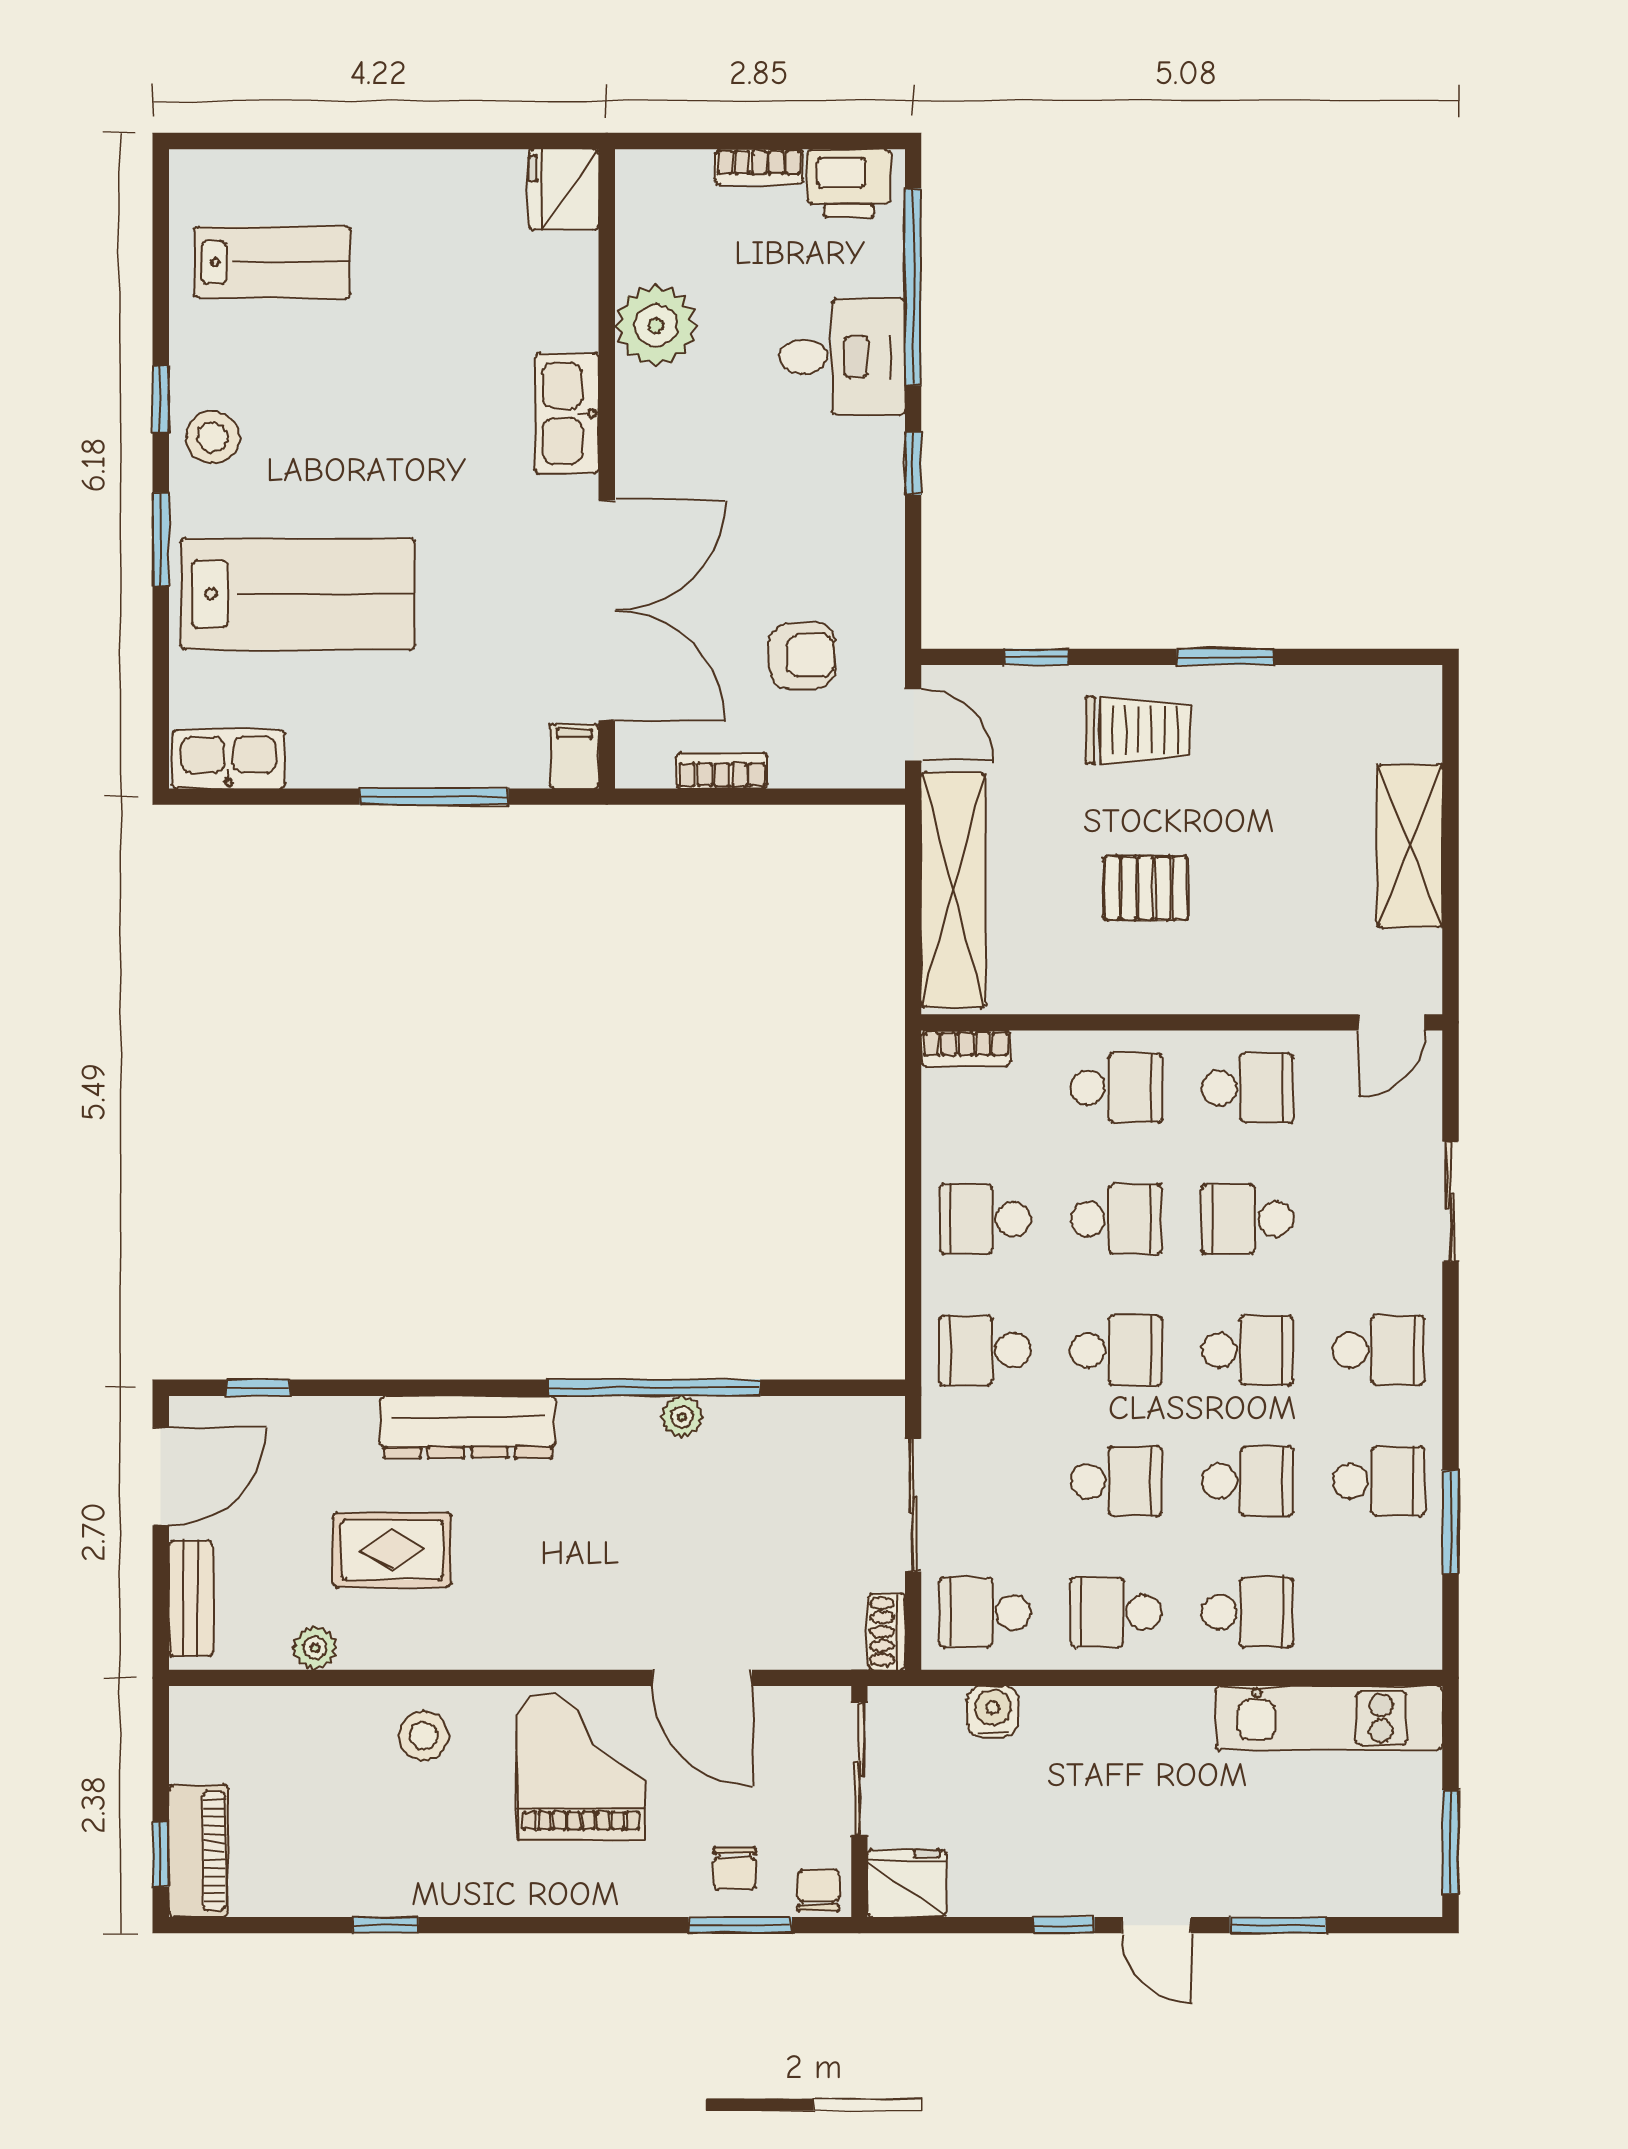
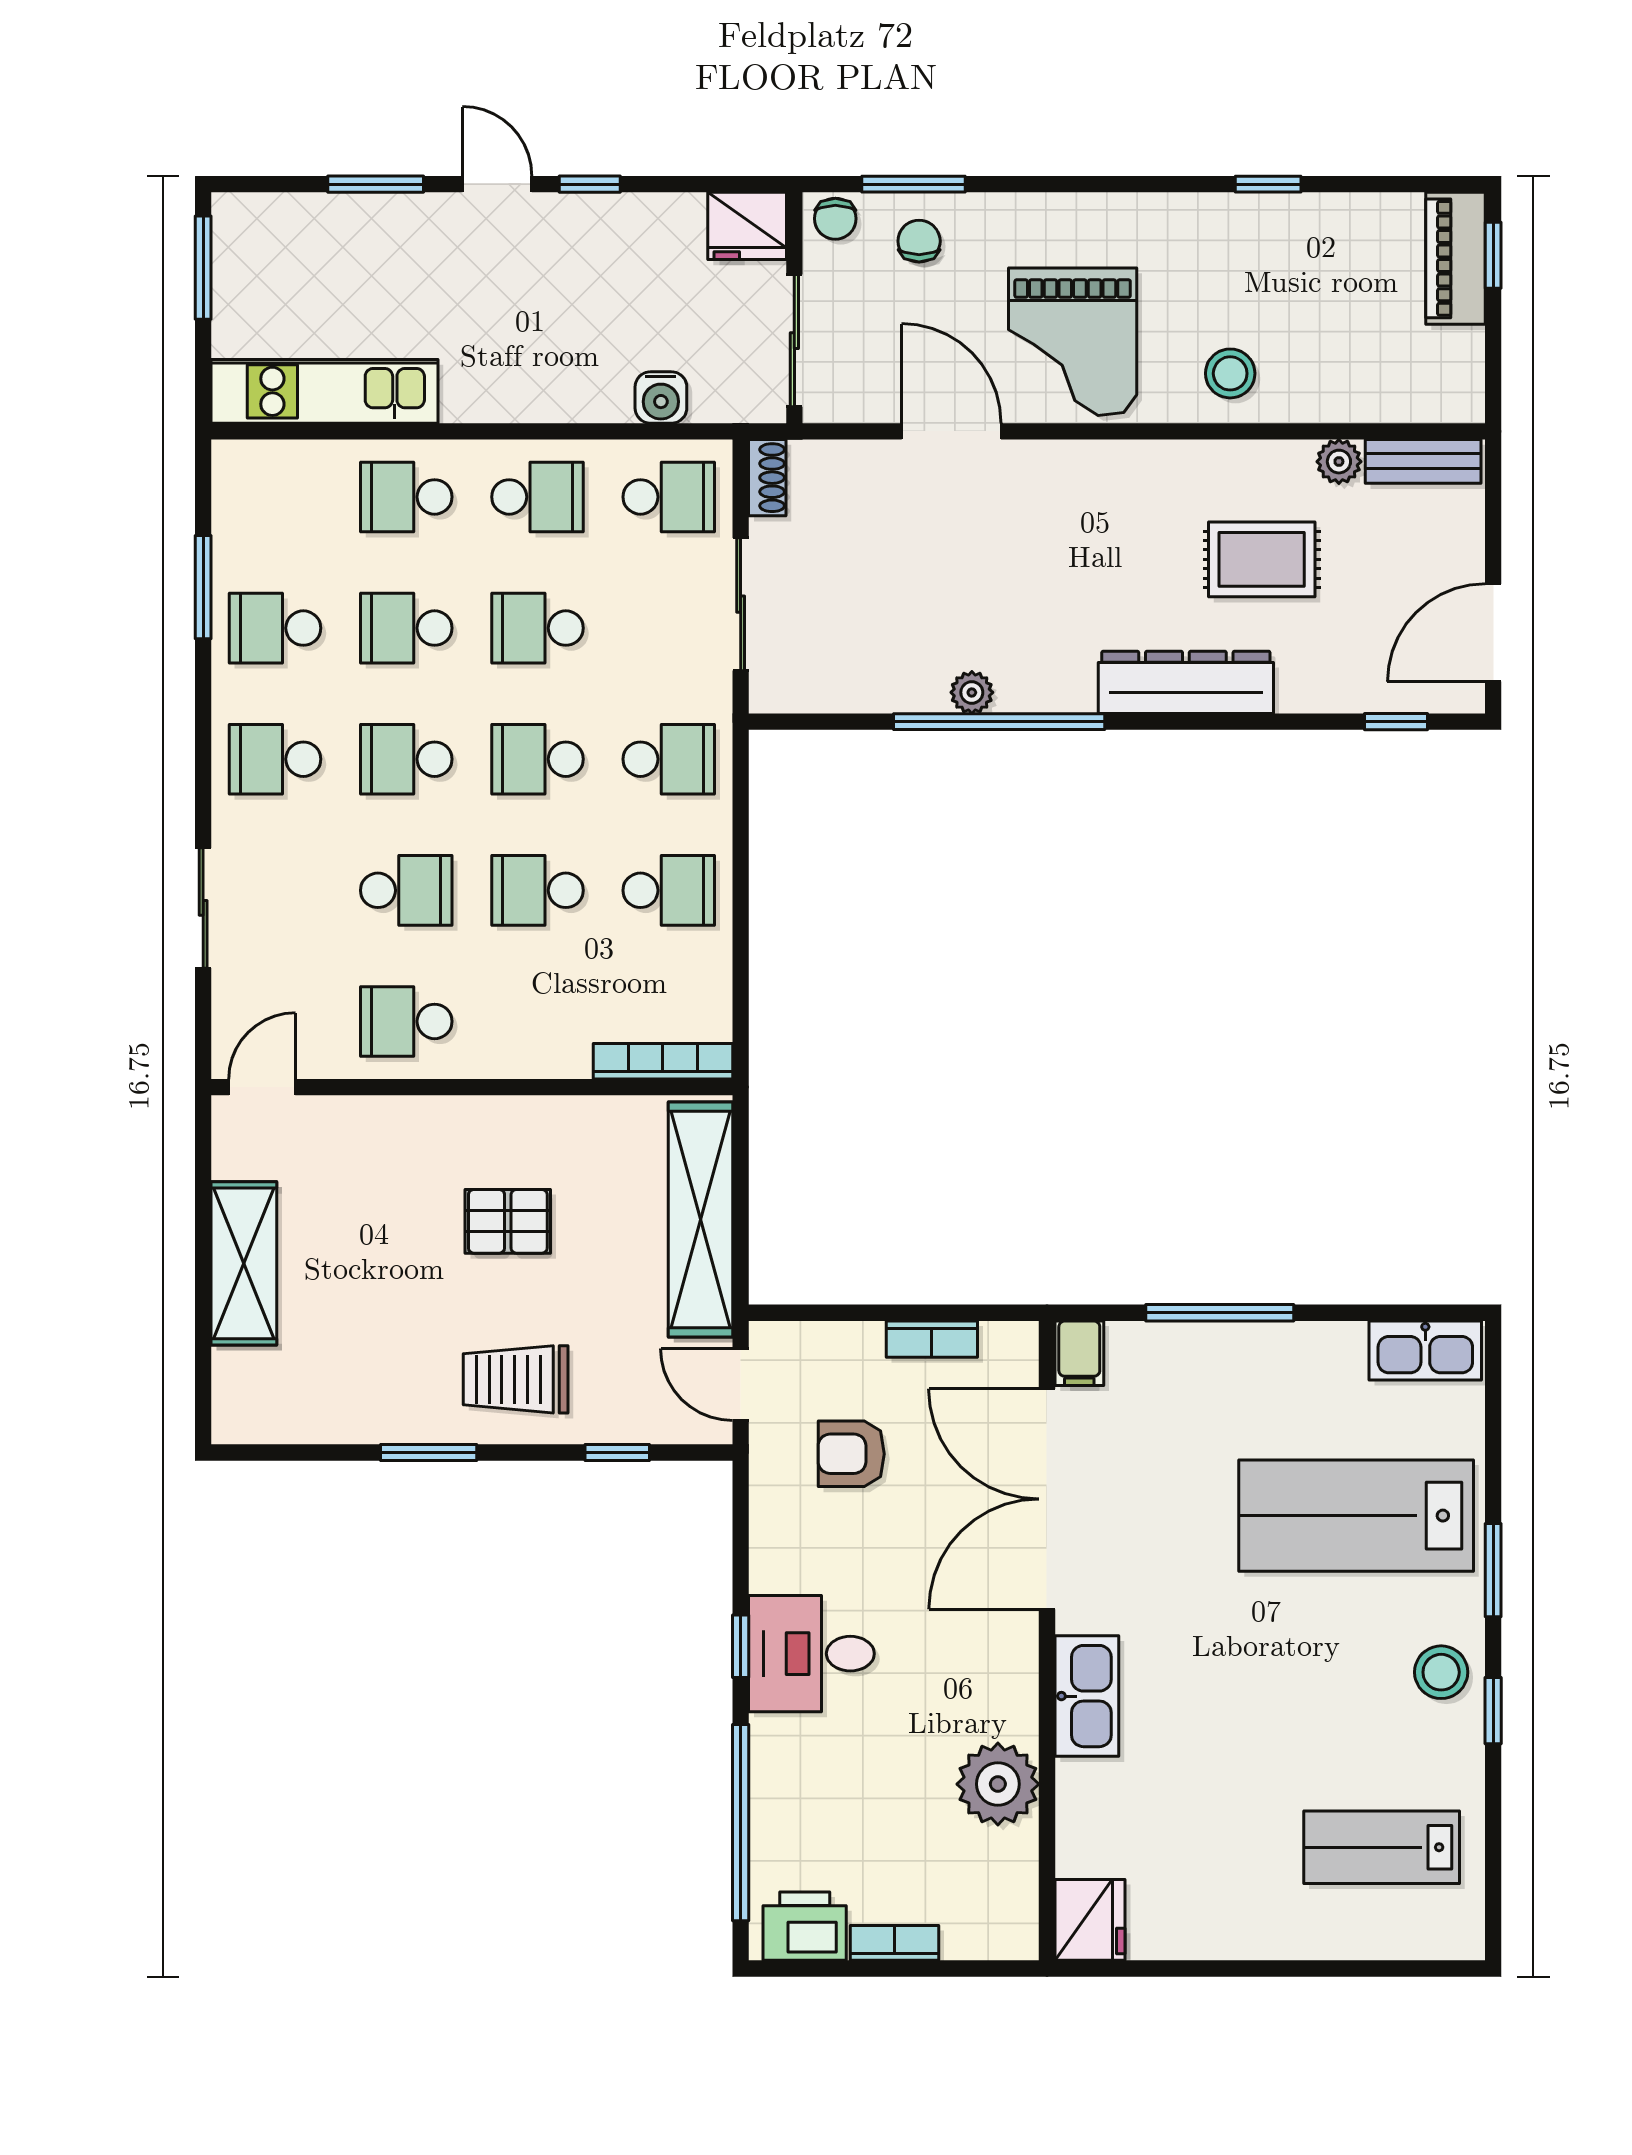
desk: (842, 357) -> (811, 1654), moved
bookcase: (966, 1048) -> (663, 1061), width x1.56
school desk: (1116, 1088) -> (538, 1021), removed
bench: (191, 1598) -> (1423, 461), moved, turned 90

